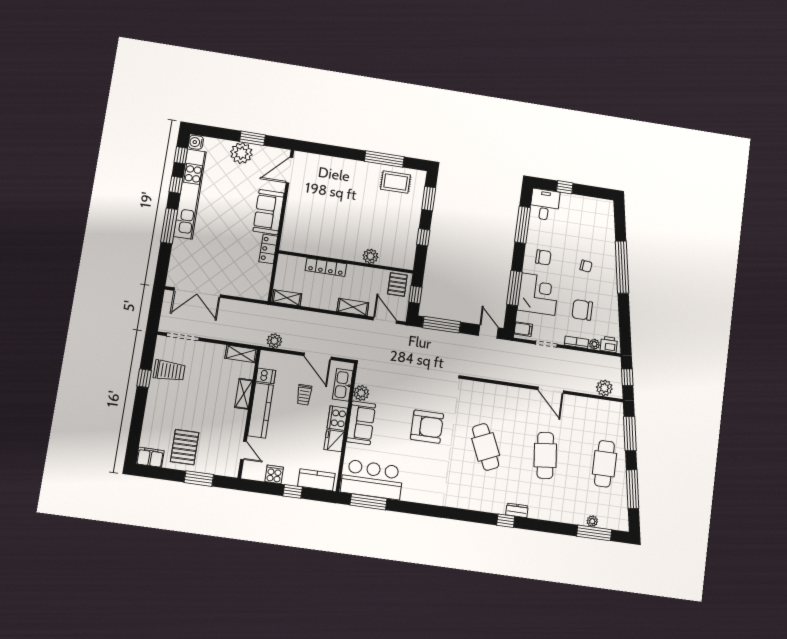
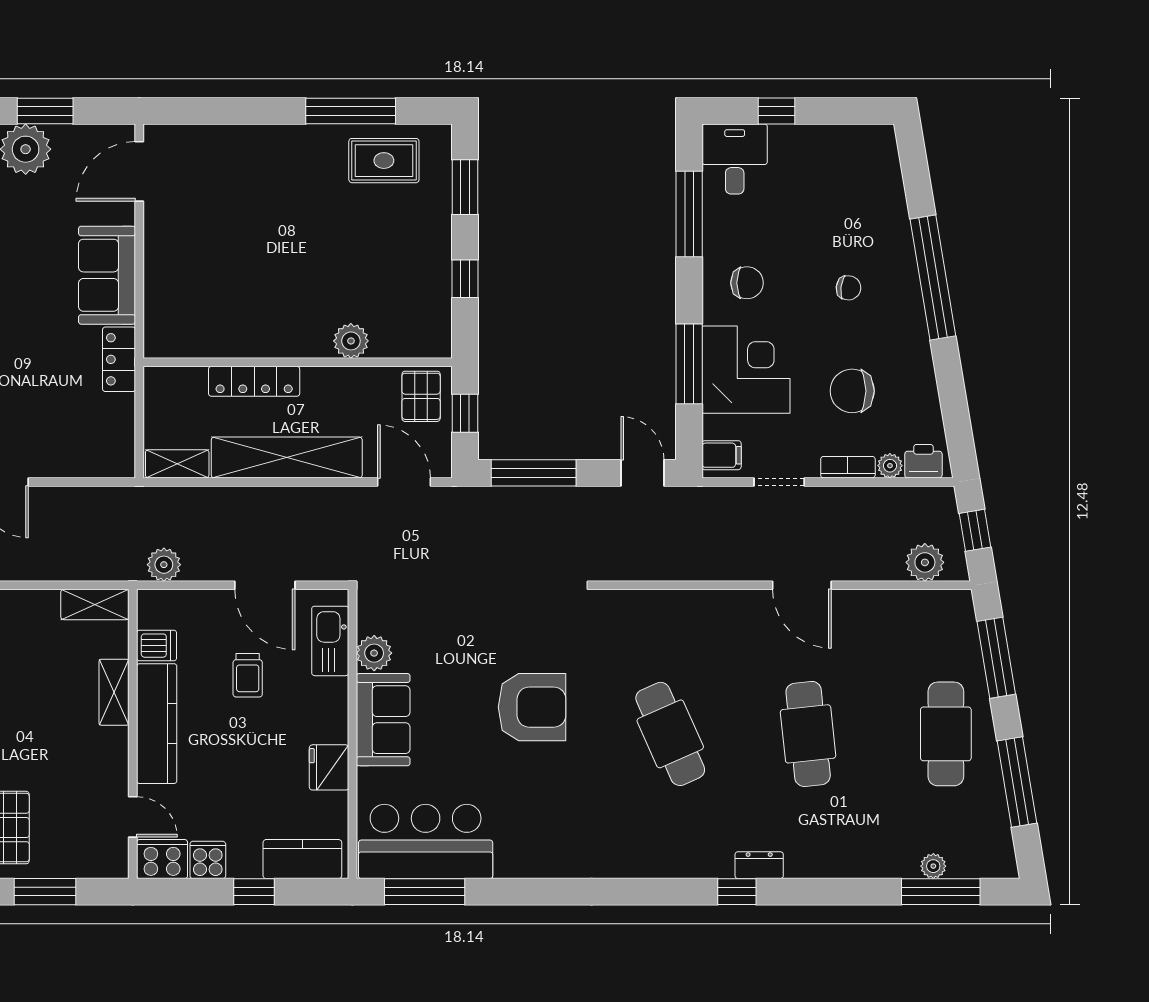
shelving: (353, 307) -> (287, 457), width x2.20, depth x1.33
cooker: (337, 418) -> (162, 859), moved, turned 90

